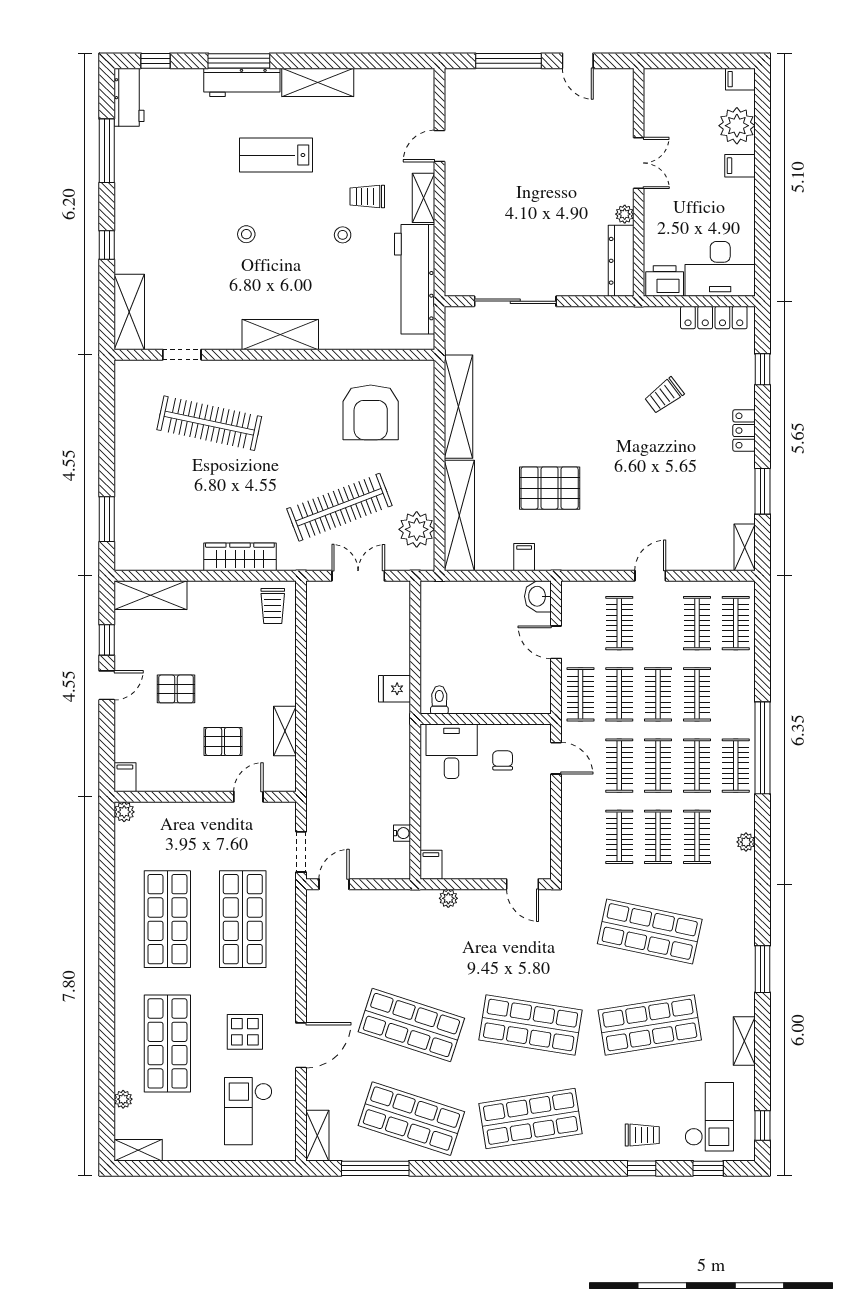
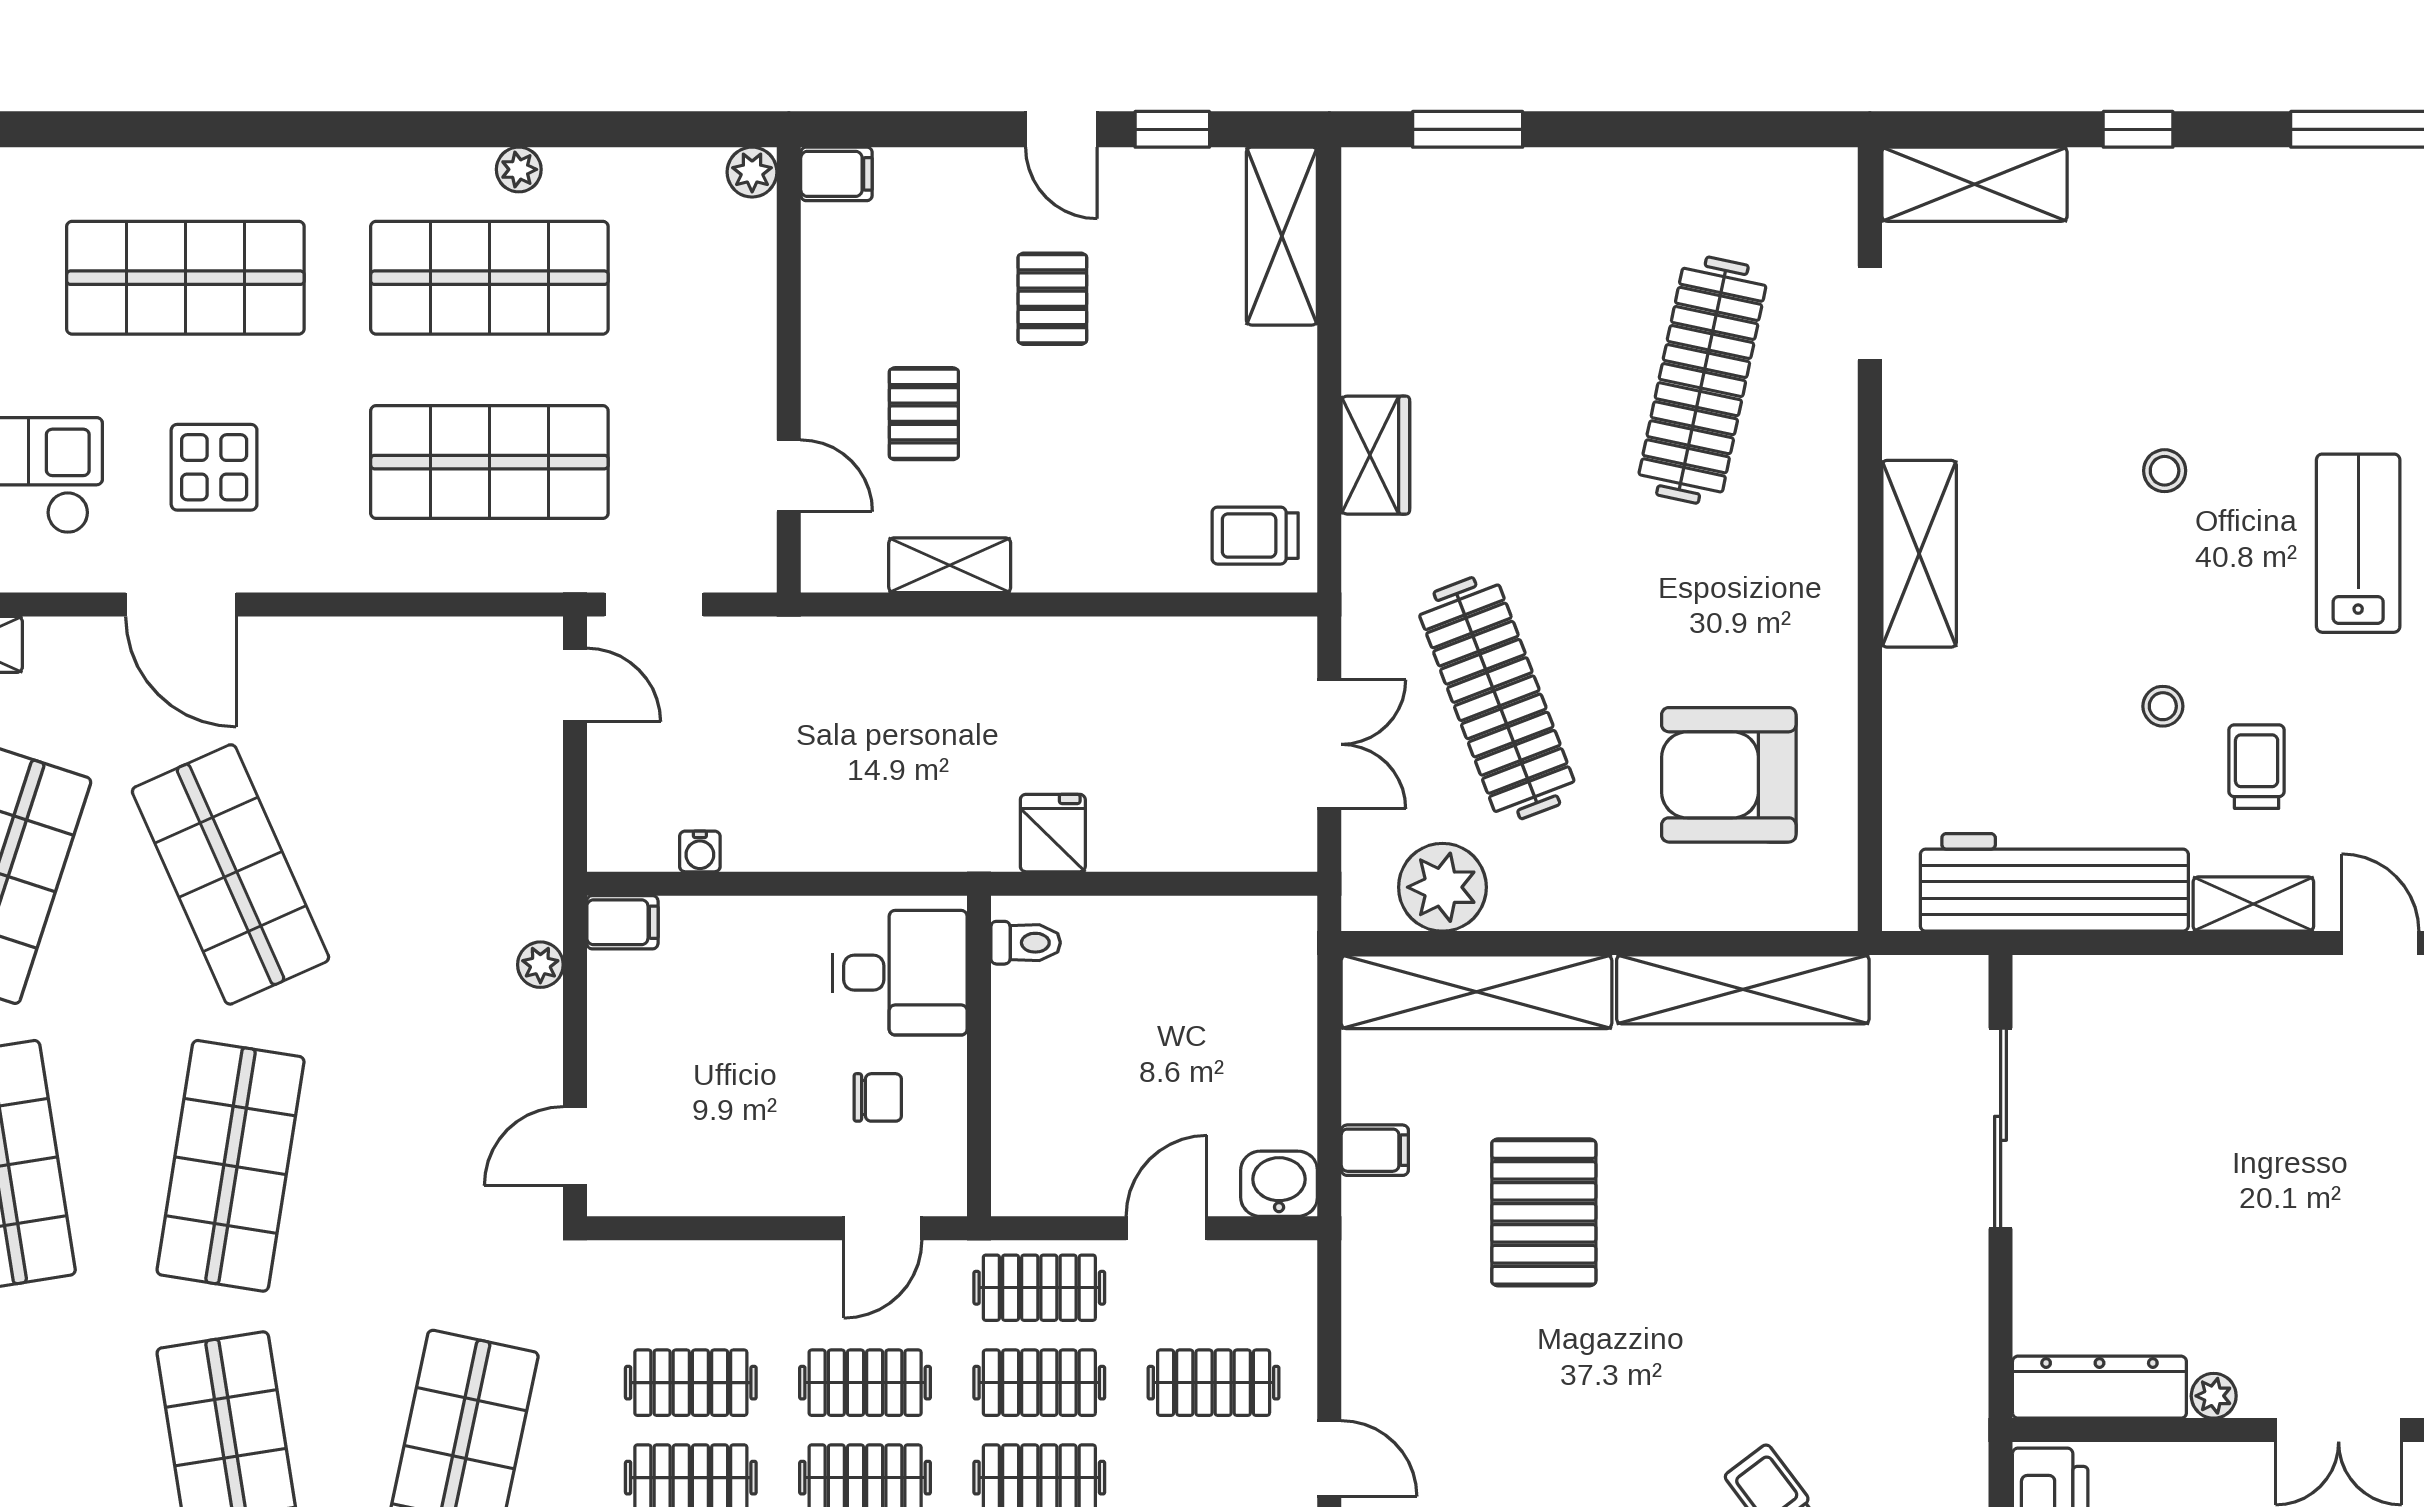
wardrobe: (240, 557) -> (1375, 455), width x0.67
shop shelf: (411, 1025) -> (231, 874), turned -42
plant: (123, 1099) -> (519, 169), moved

